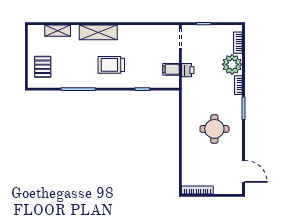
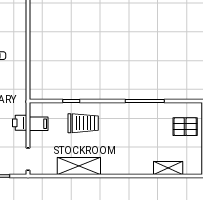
shelving: (98, 32) -> (79, 166), moved
trolley: (111, 65) -> (83, 123), moved
pallet: (43, 67) -> (185, 127), turned 90

